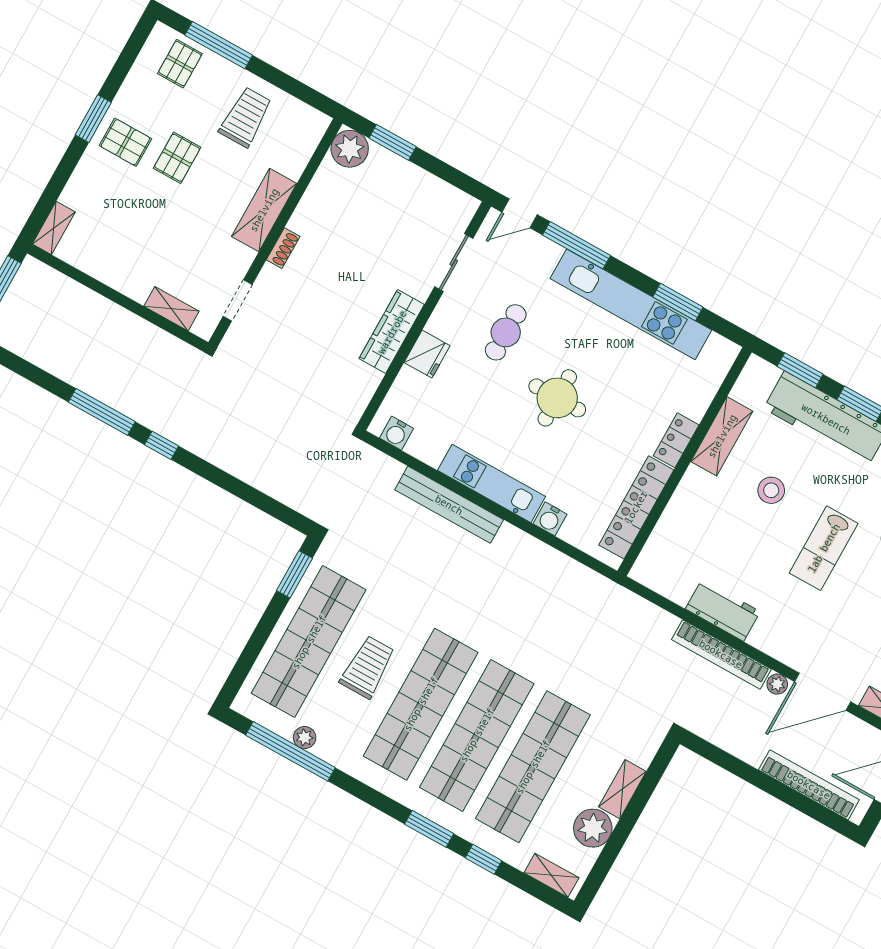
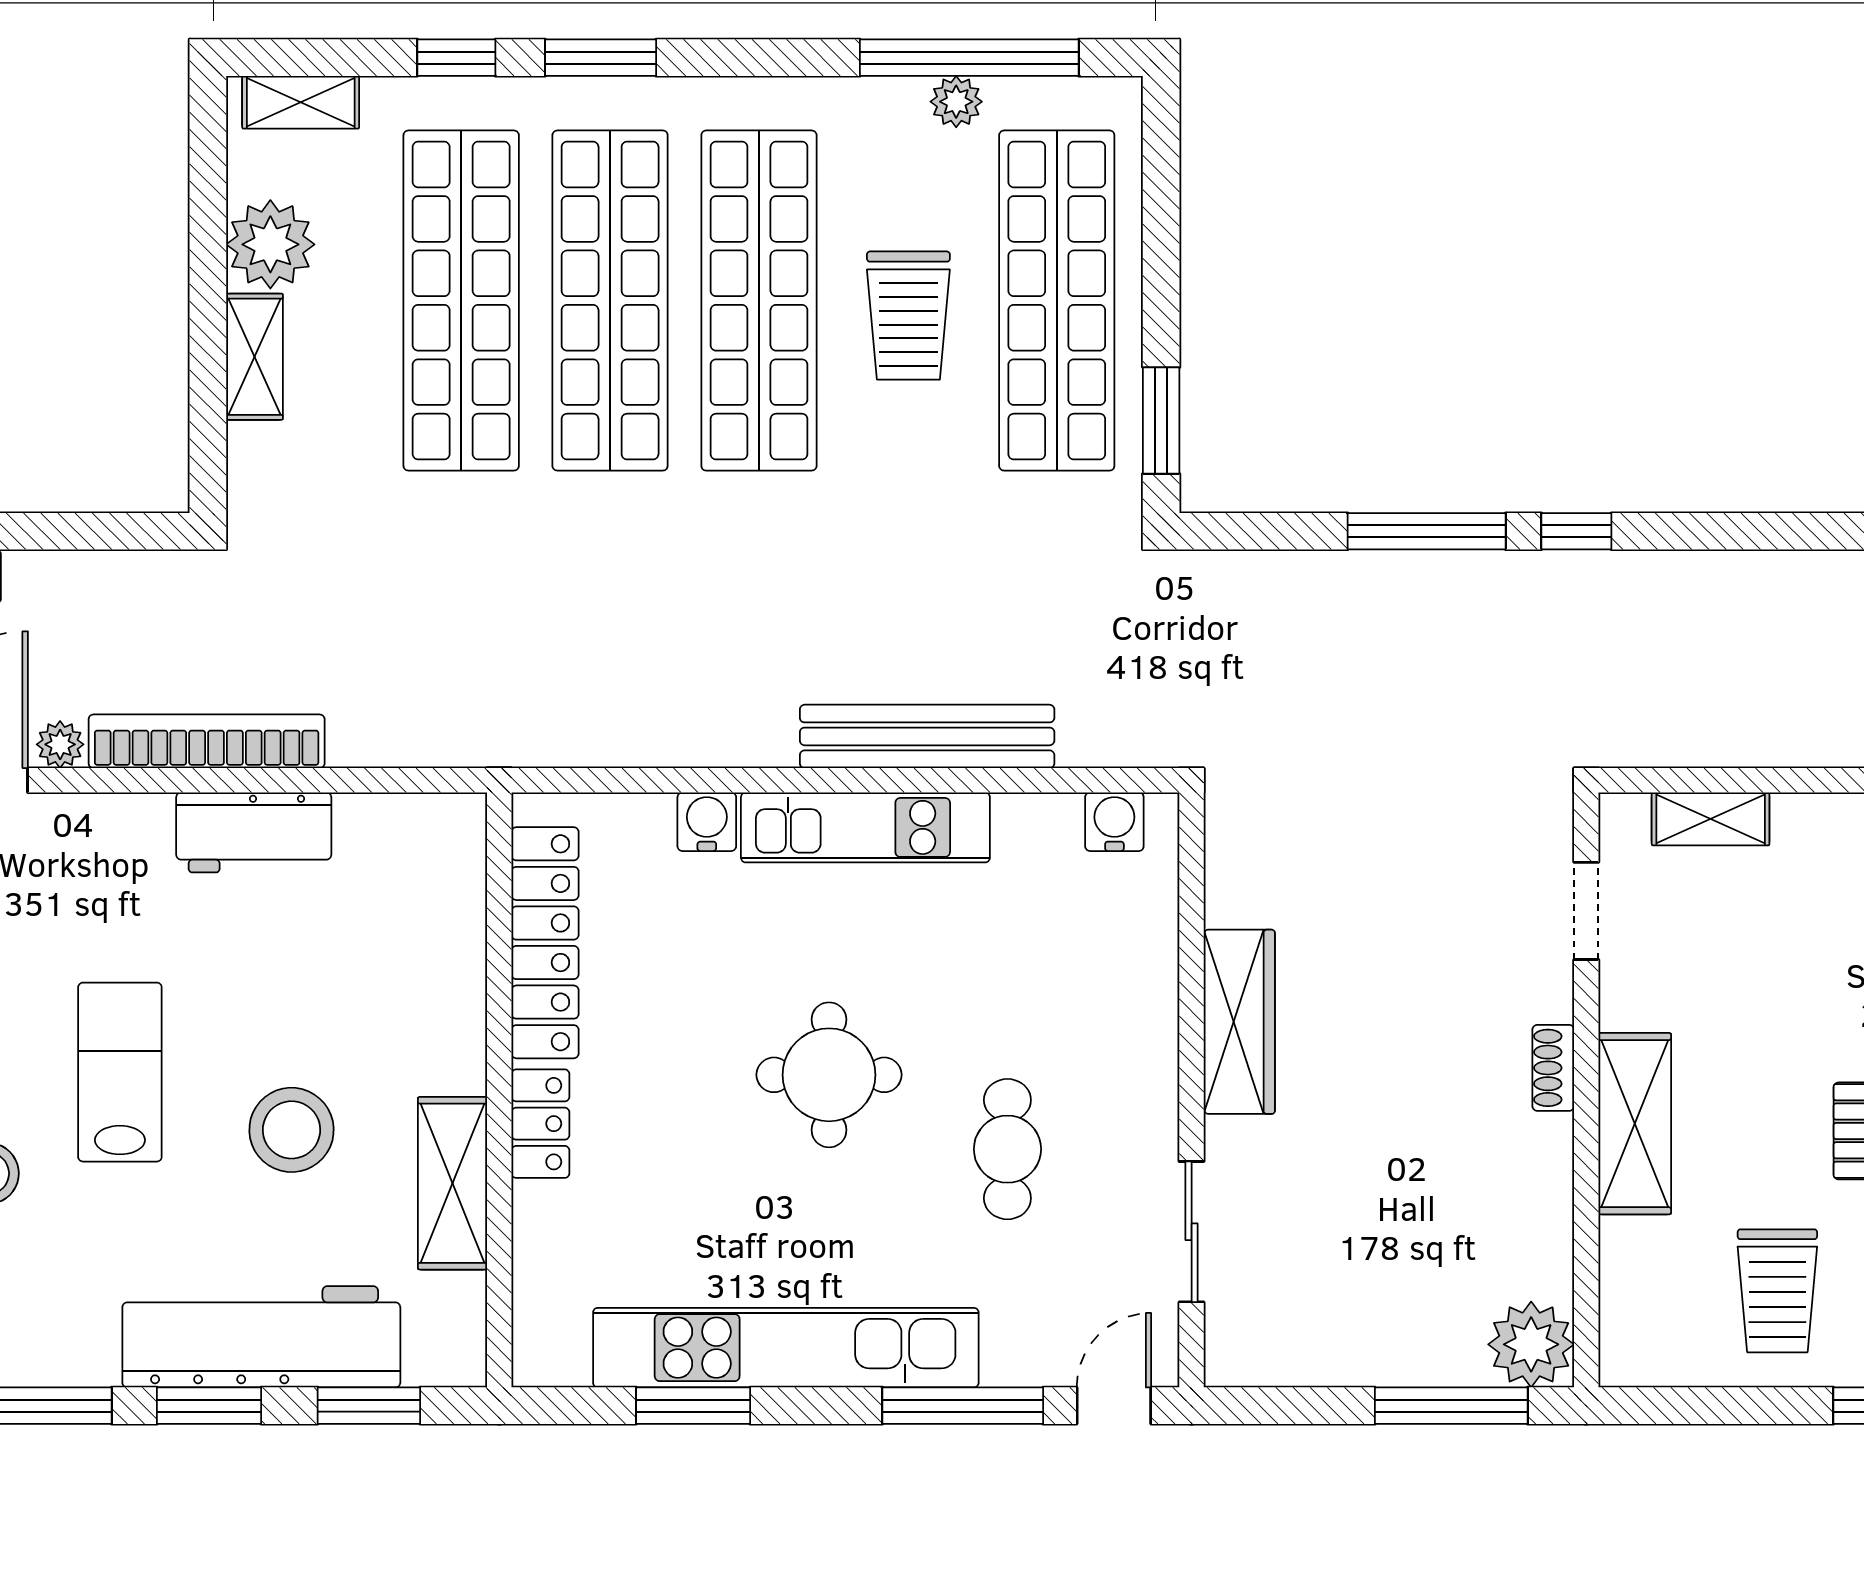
window: (393, 142) -> (1451, 1406), width x1.44
fridge: (427, 354) -> (1142, 1016), removed
window: (102, 412) -> (1427, 531), moved
stool: (771, 490) -> (292, 1130), width x1.38, depth x1.38

